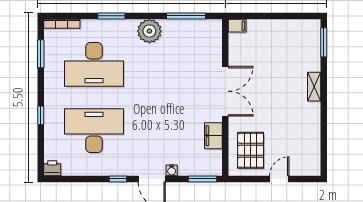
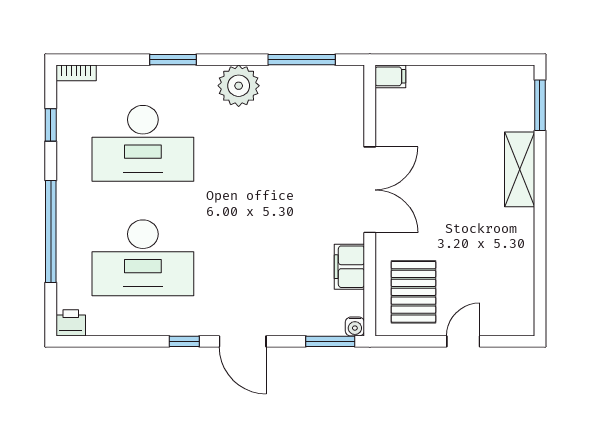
bookcase: (62, 24) -> (76, 73), width x0.64
window: (41, 54) -> (51, 125), width x0.67
shelving: (314, 87) -> (520, 169), width x1.50, depth x1.33
window: (41, 115) -> (51, 232), width x3.17
desk: (94, 131) -> (143, 258), turned 180
water cooler: (172, 170) -> (355, 327), moved

